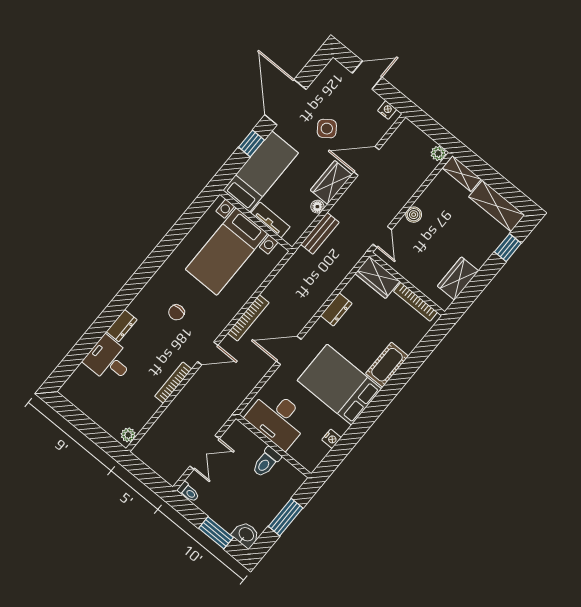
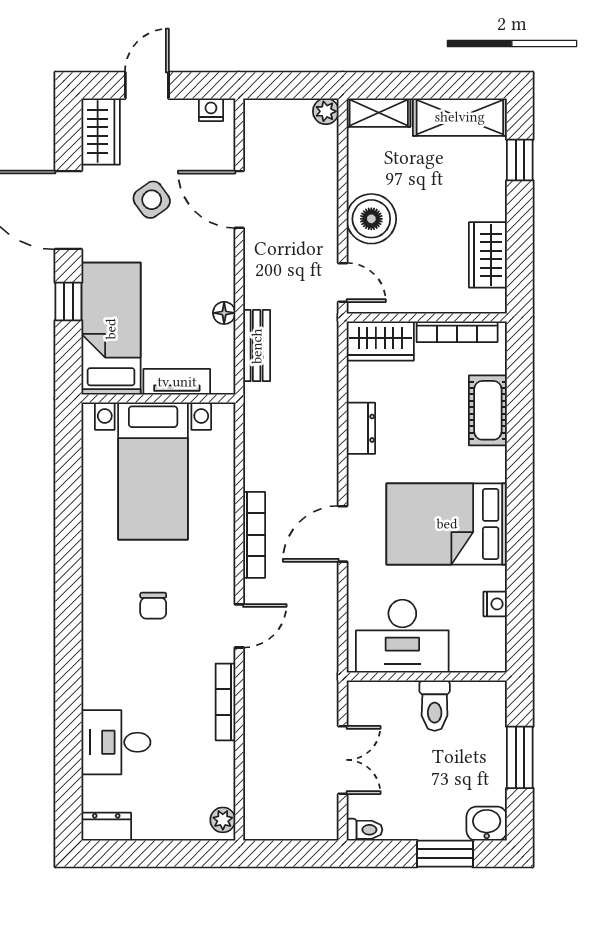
door: (366, 161) -> (239, 199), hinge flipped
wardrobe: (331, 182) -> (101, 131), moved, turned 180
boiler: (414, 215) -> (371, 219), width x1.86, depth x1.86
dresser: (122, 326) -> (106, 827), moved, turned -90
cot: (387, 365) -> (488, 410), moved

